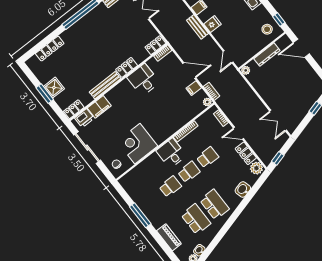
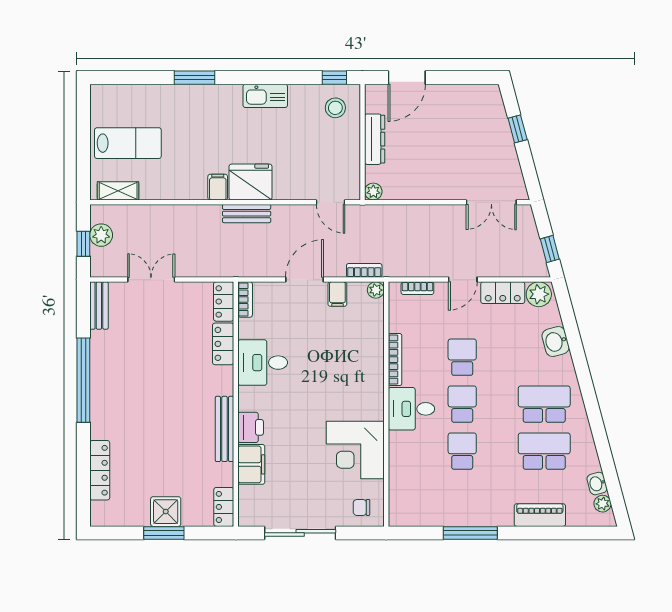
fridge: (212, 24) -> (251, 182), width x1.88, depth x1.34
locker: (127, 67) -> (223, 344), moved
printer: (84, 118) -> (251, 427), moved

